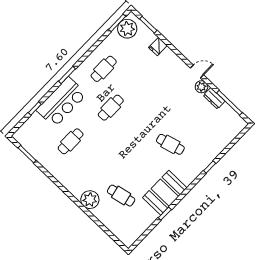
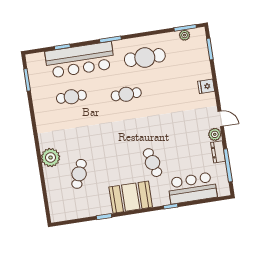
plant: (127, 29) -> (185, 35), width x0.53, depth x0.53
fridge: (158, 46) -> (206, 86), moved
cafe table: (104, 69) -> (145, 57), width x1.37, depth x1.35
bar counter: (62, 102) -> (80, 60), width x1.36
bar counter: (215, 141) -> (192, 188), added
booth: (165, 193) -> (131, 197), moved
cafe table: (121, 196) -> (79, 174), turned 33

